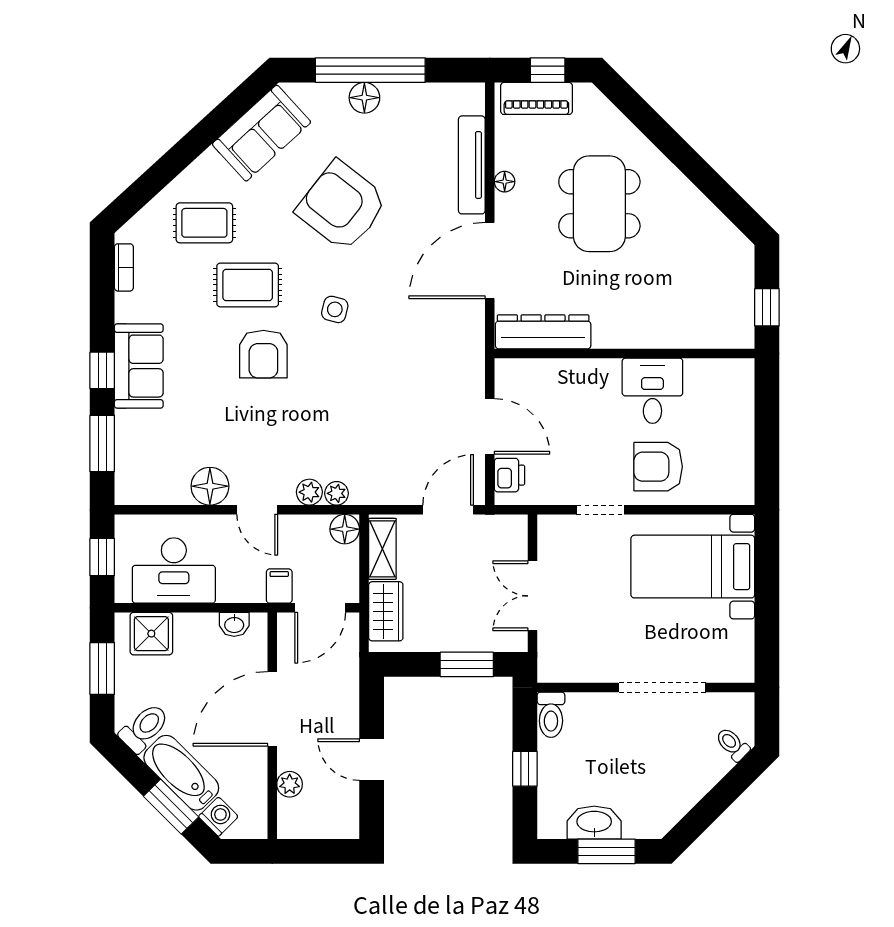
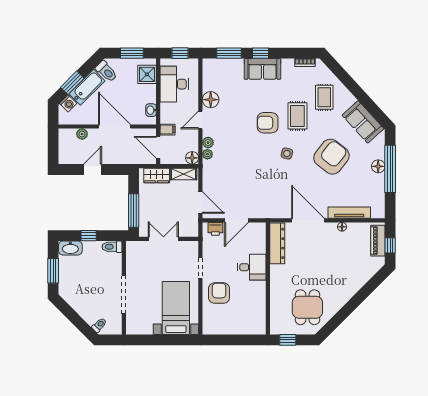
dining table: (599, 204) -> (307, 307), moved, width x0.73
desk: (652, 391) -> (252, 267), moved
window: (467, 664) -> (134, 210), width x1.44
washbasin: (594, 823) -> (70, 248), moved, turned 90

